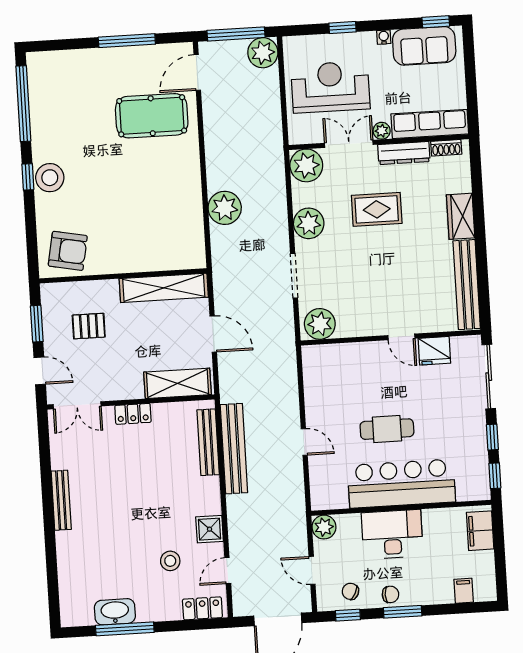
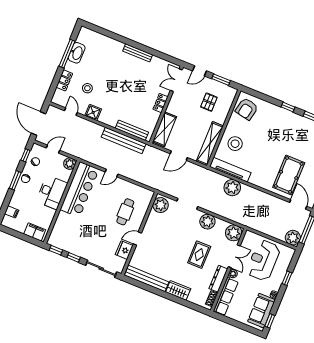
reception desk: (330, 87) -> (263, 260), turned 180
stool: (50, 178) -> (235, 144), moved
tv unit: (194, 227) -> (230, 170), added
cafe table: (387, 429) -> (125, 212), moved
bar counter: (401, 484) -> (80, 189), moved
locker: (202, 608) -> (64, 80), moved

